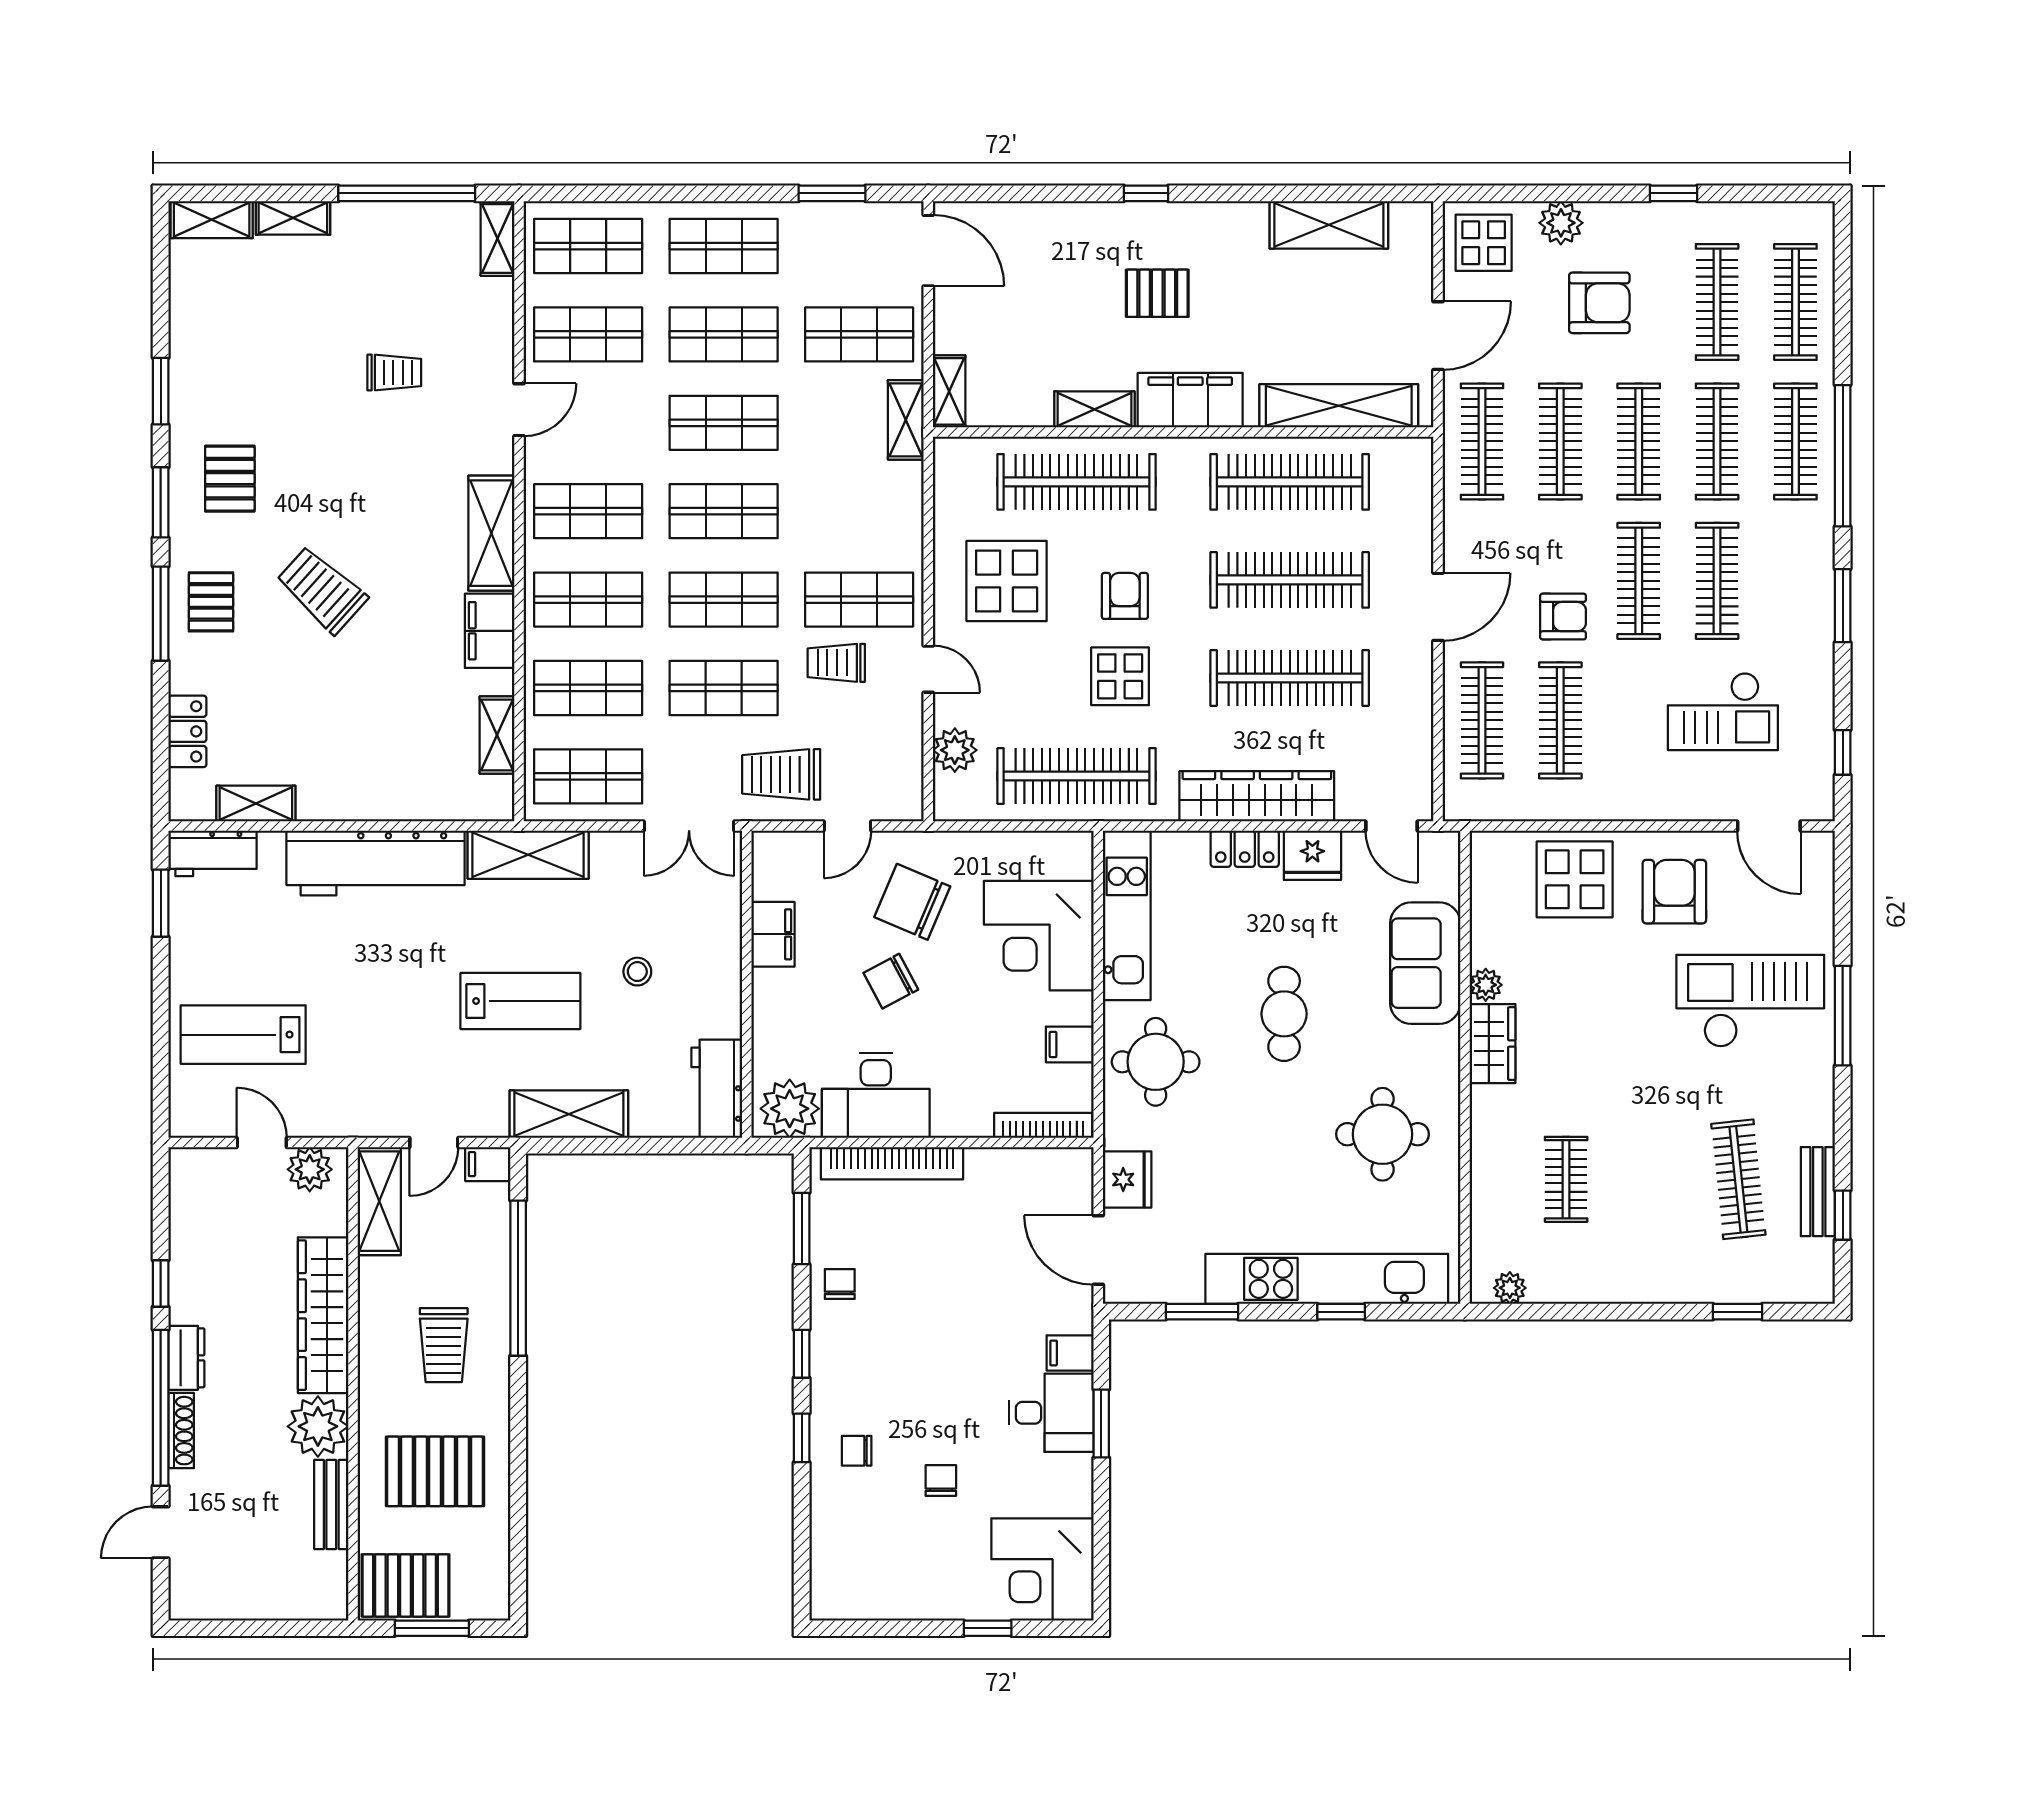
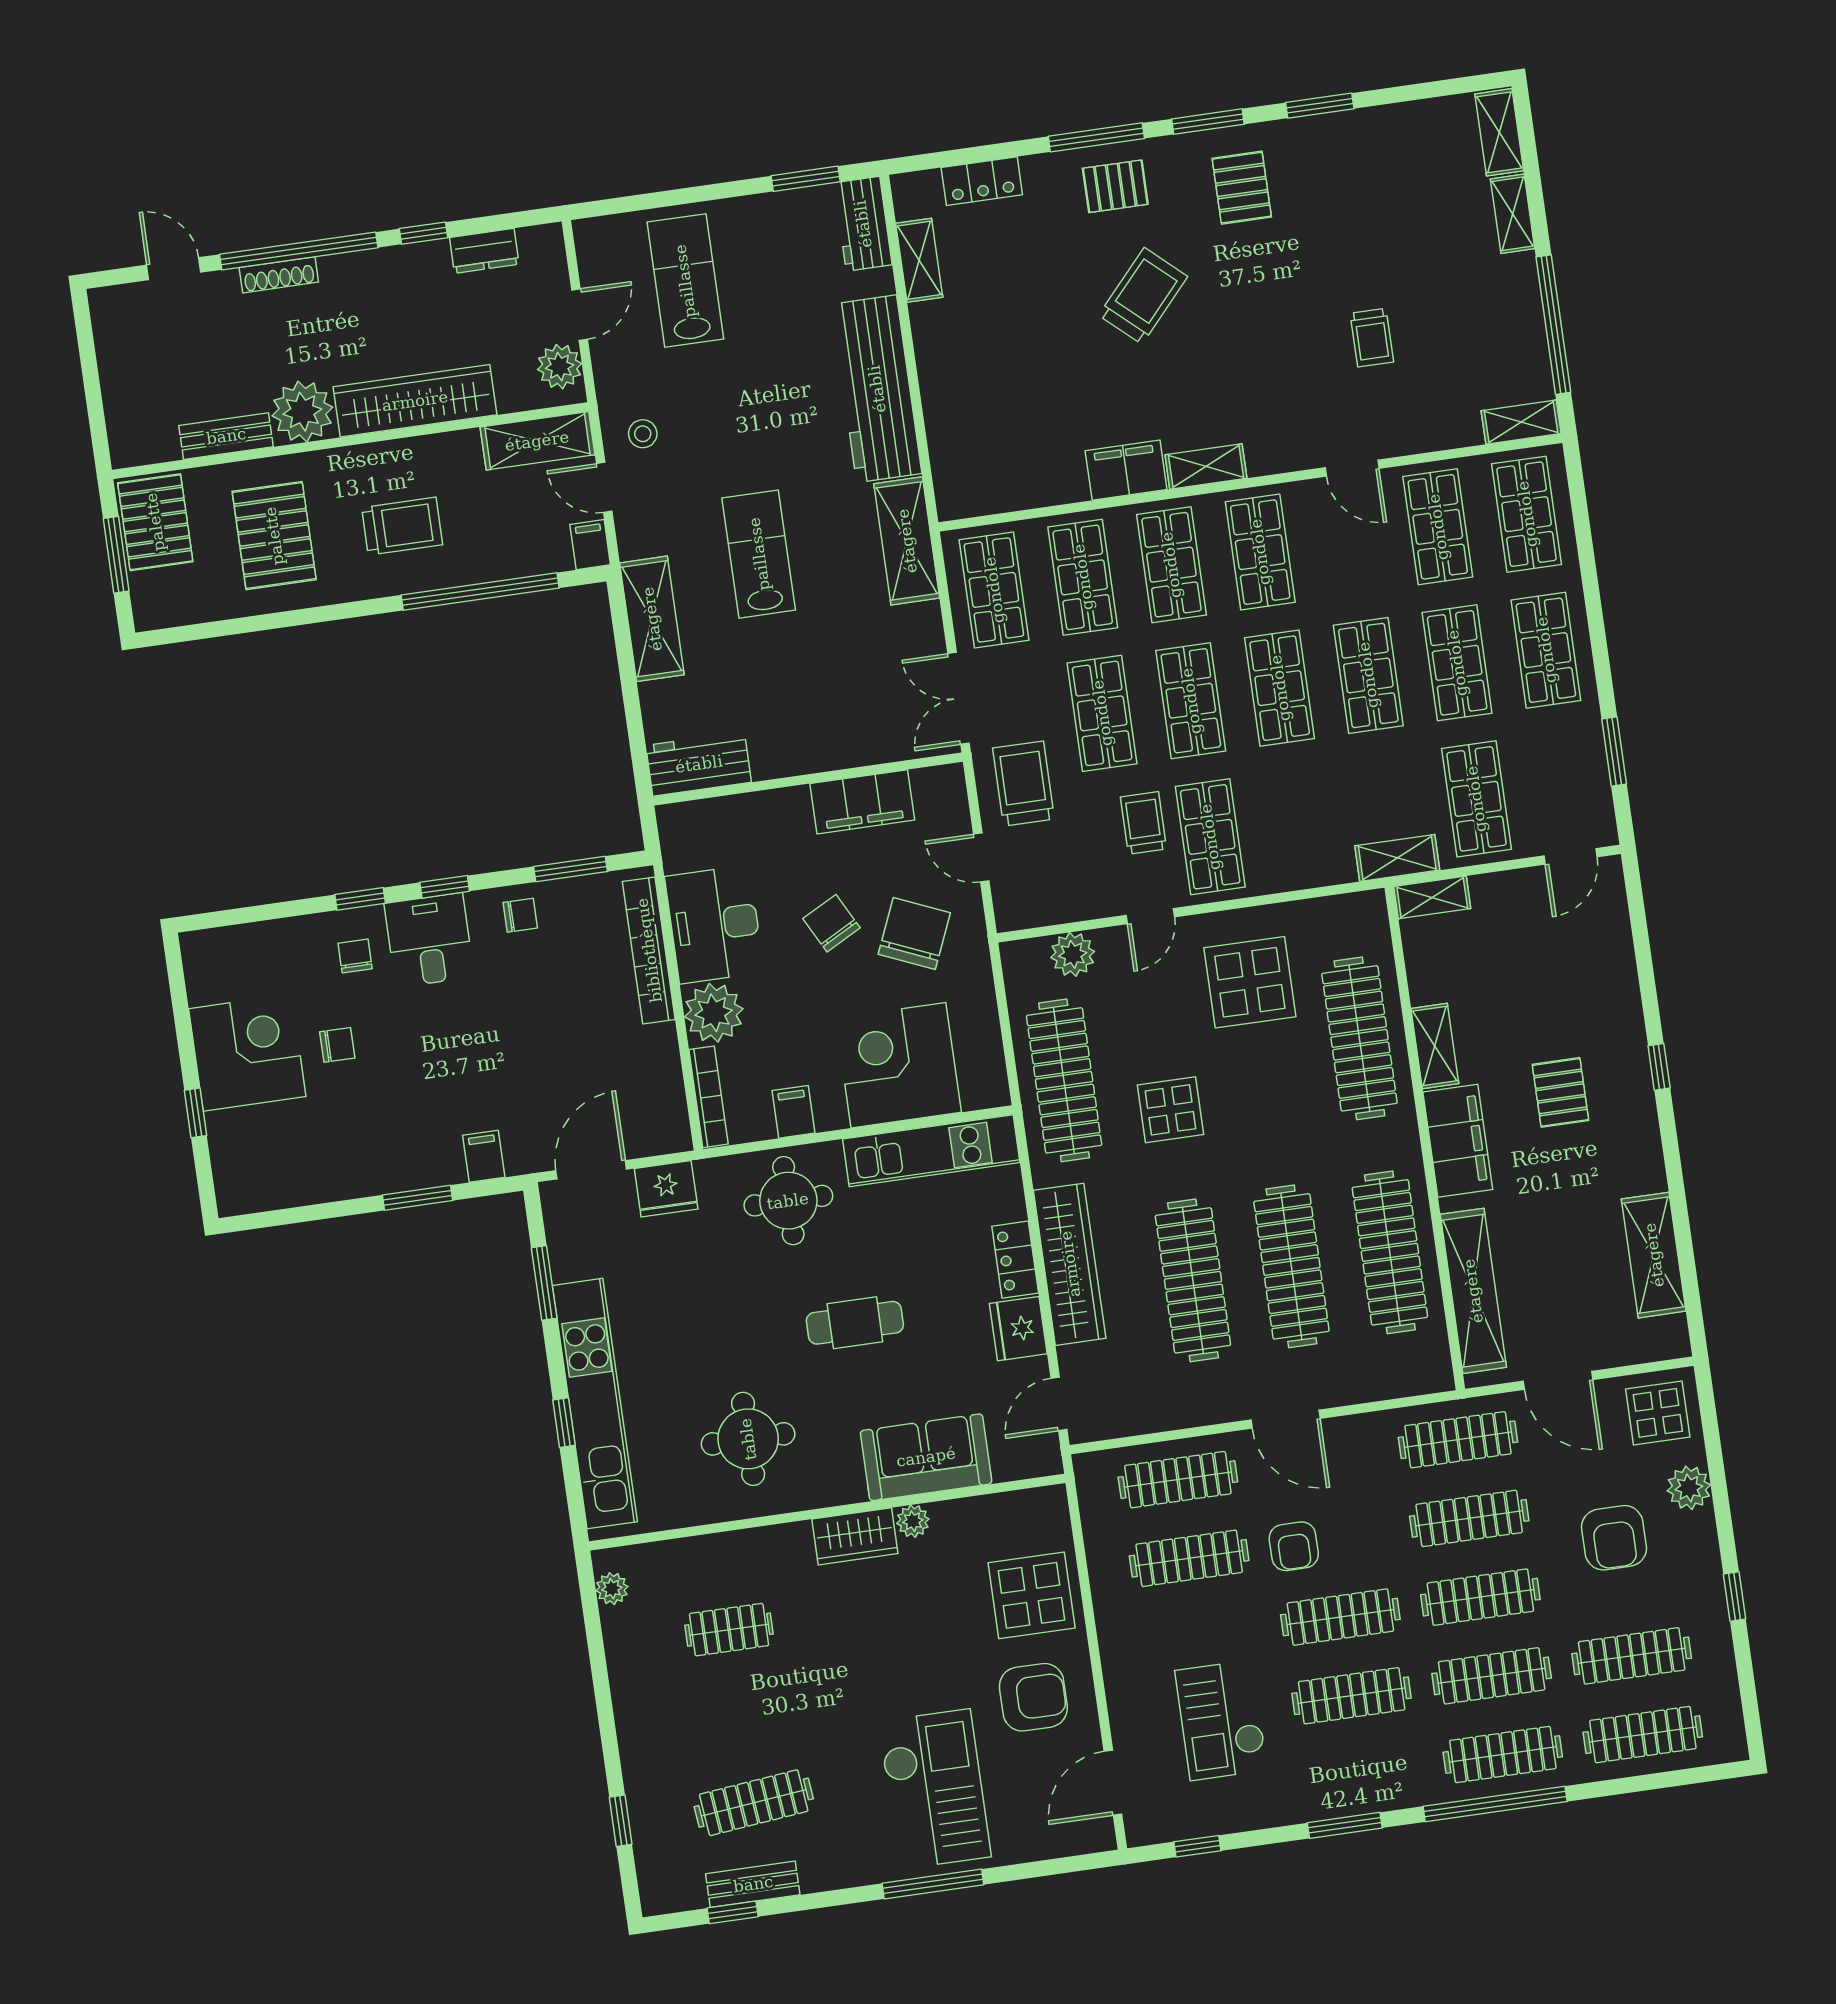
door: (928, 251) -> (1570, 856), width x0.73
pallet: (230, 479) -> (1242, 188), turned 90
shelving: (491, 533) -> (1206, 467), width x0.67, depth x0.75
armchair: (1125, 596) -> (1252, 1103), removed
shelving: (497, 735) -> (1022, 492), removed
filing cabinet: (773, 934) -> (862, 802), width x1.50, depth x1.17
stool: (637, 972) -> (643, 434), moved
lab bench: (520, 1001) -> (759, 554), turned 180
plant: (790, 1109) -> (714, 1013), moved
trolley: (444, 1345) -> (402, 526), turned 180
dresser: (186, 1358) -> (484, 251), moved
desk: (1051, 1413) -> (429, 940), moved, turned 180
corner desk: (1042, 1569) -> (247, 1053), moved, turned 90

